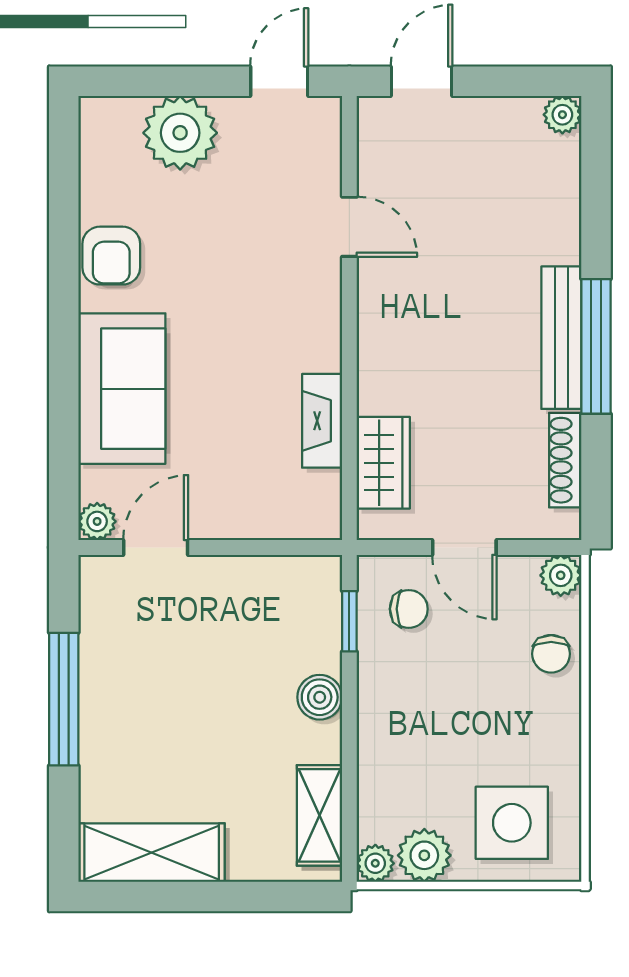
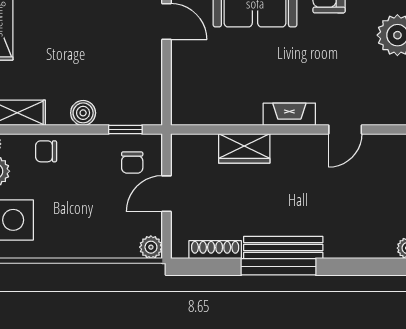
fireplace: (322, 421) -> (289, 114), moved
wardrobe: (383, 463) -> (244, 148), moved
chair: (551, 654) -> (46, 151), moved

